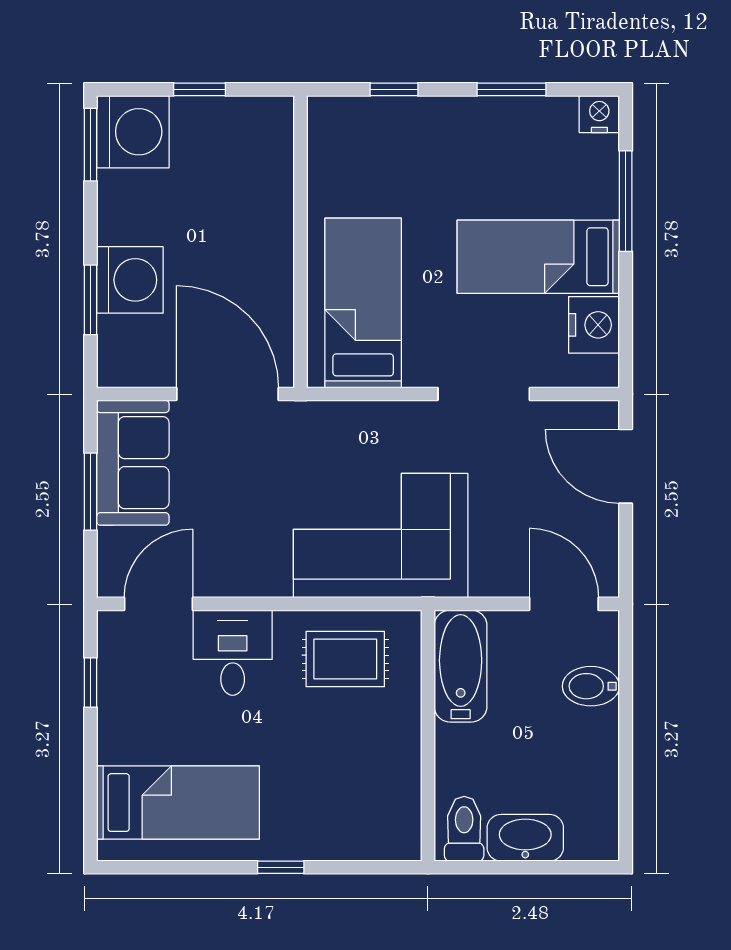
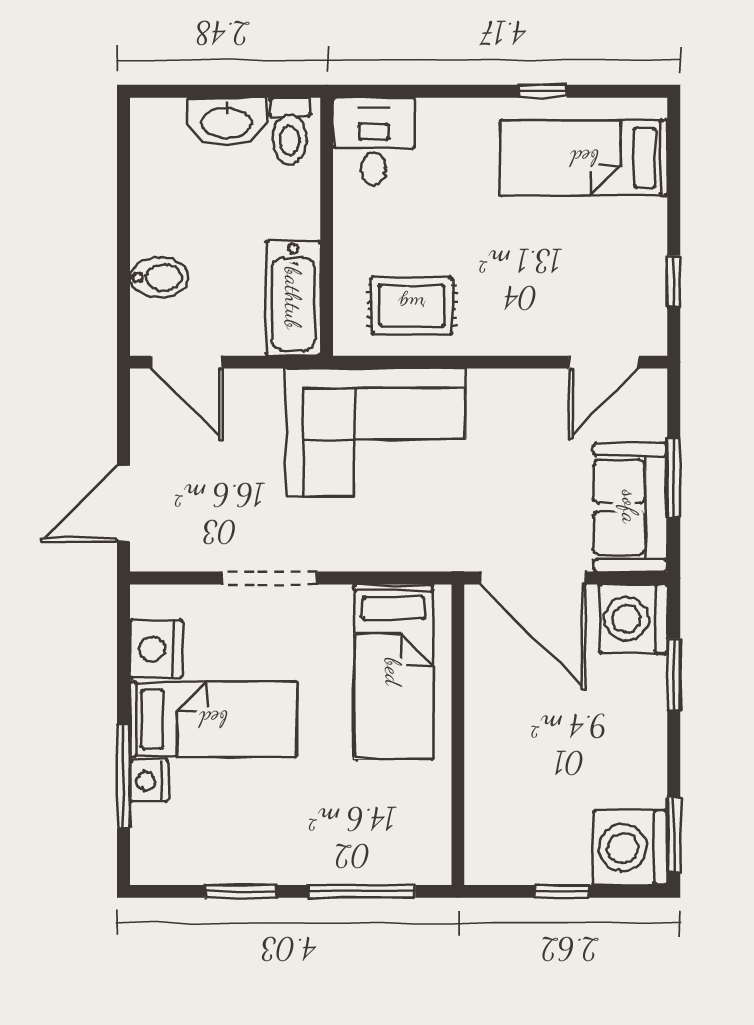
window: (394, 89) -> (362, 891), width x2.17
nightstand: (599, 114) -> (149, 781), moved, turned 90
washing machine: (130, 280) -> (633, 619), moved
door: (626, 466) -> (123, 504), swing flipped
desk: (233, 653) -> (374, 141), moved, turned 180
window: (281, 867) -> (543, 91), moved

